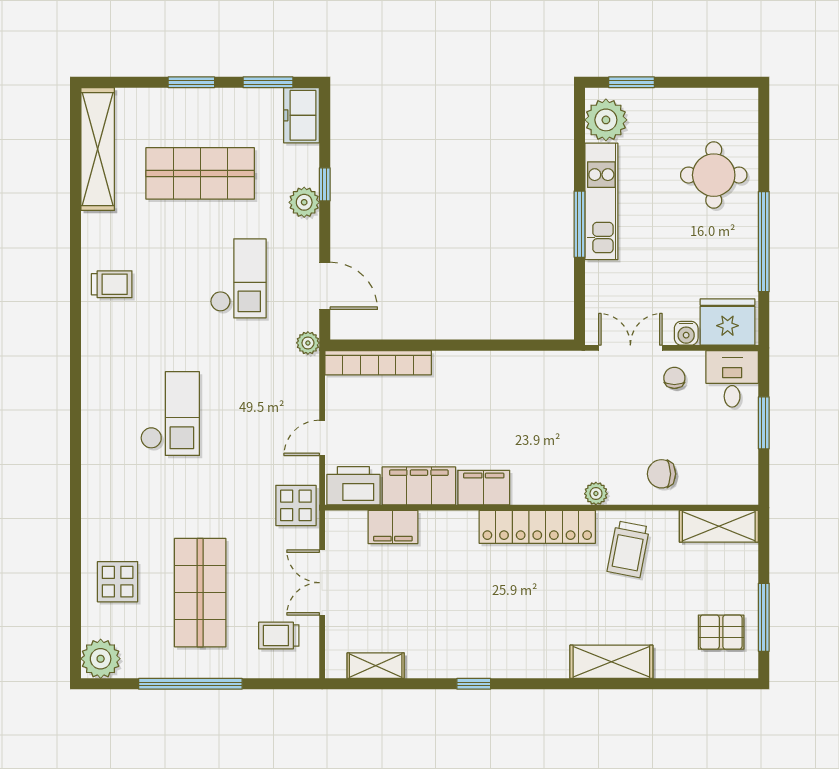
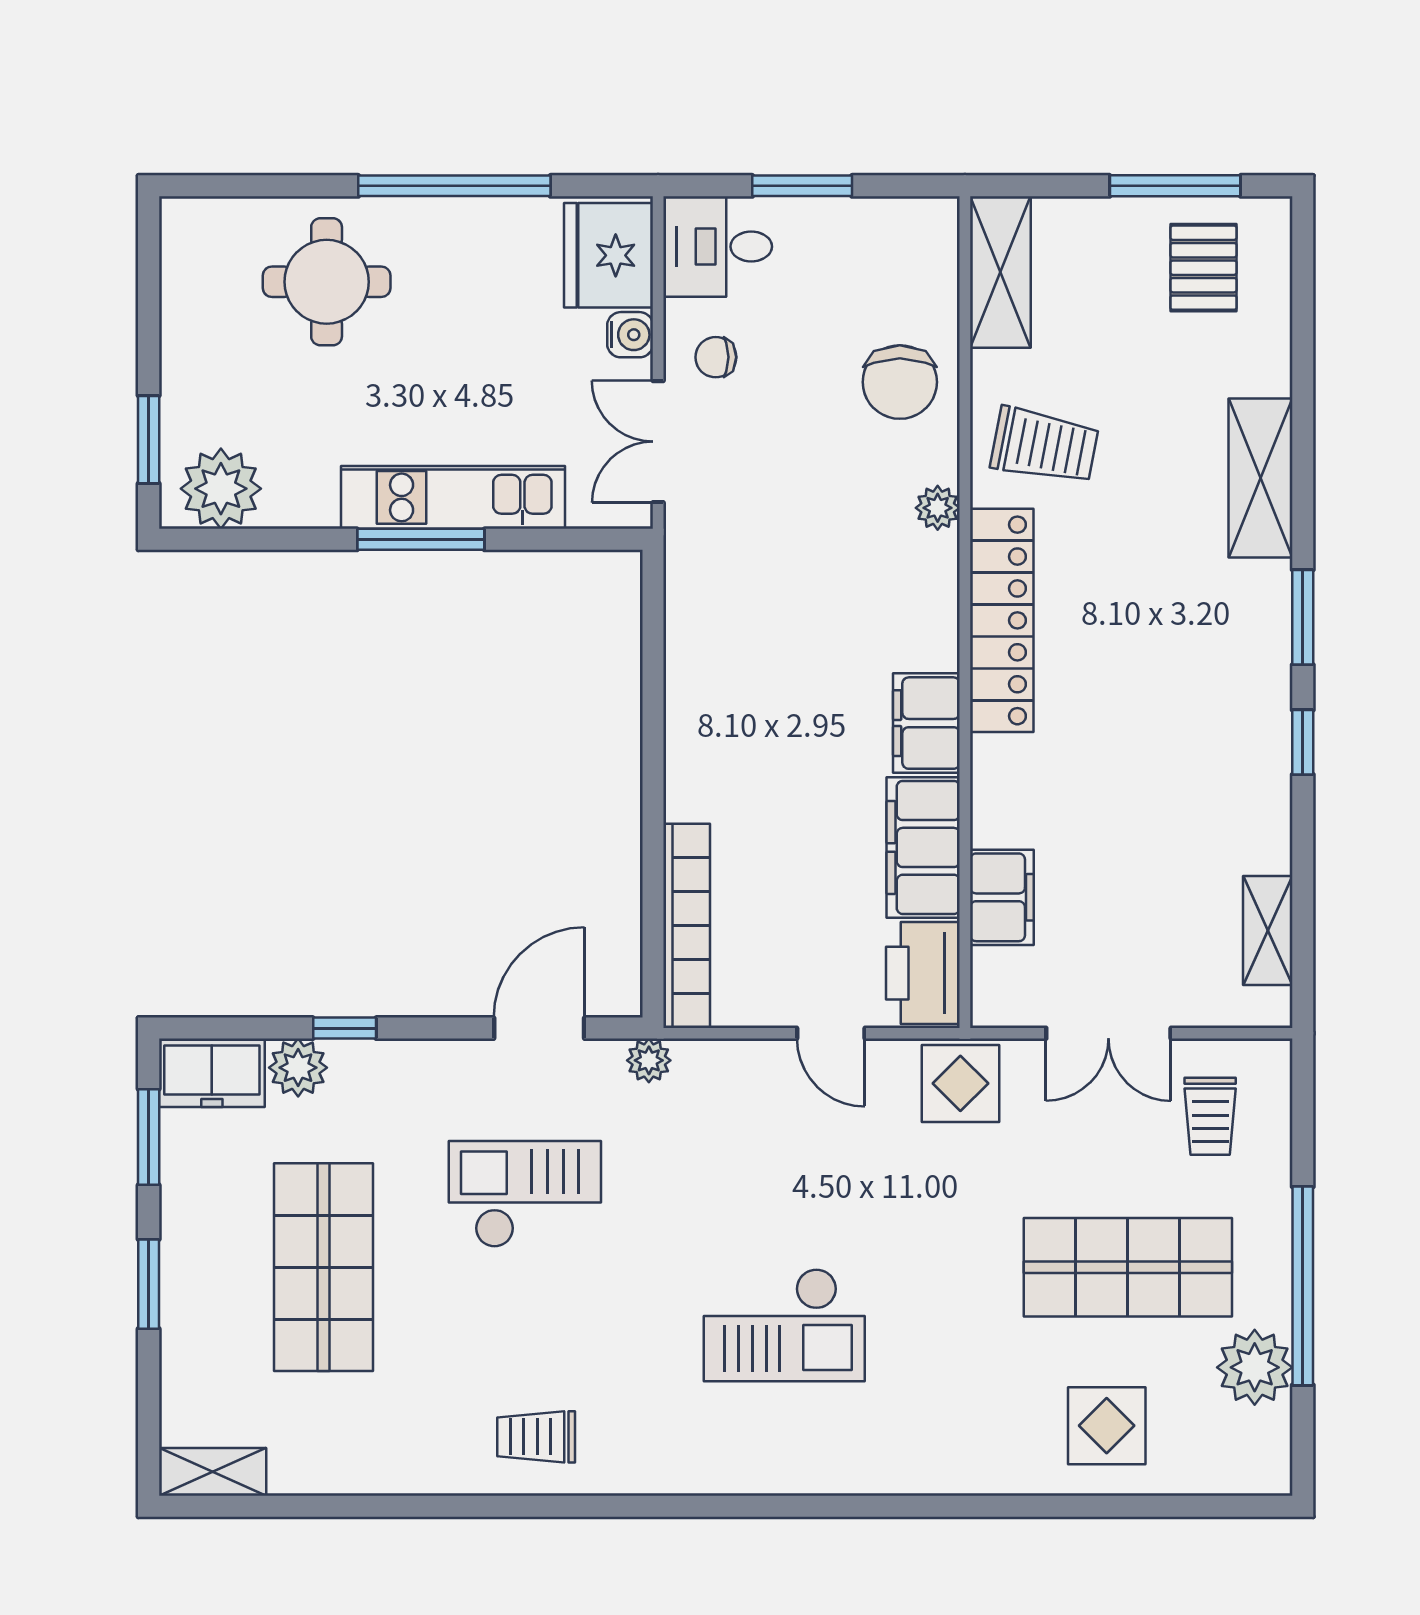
shelving: (98, 149) -> (213, 1472), width x0.45, depth x0.75
kitchen unit: (601, 201) -> (453, 497), moved
plant: (304, 202) -> (298, 1068), moved
trolley: (112, 284) -> (536, 1437), turned -90
checkout: (170, 414) -> (784, 1325), turned 180
chair: (661, 474) -> (900, 382), width x1.37, depth x1.37
plant: (101, 659) -> (1255, 1367), moved
window: (539, 684) -> (1303, 617), added

